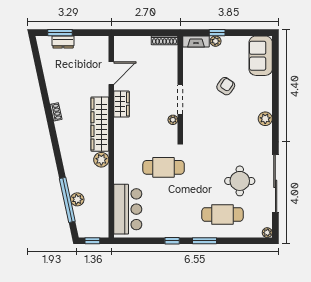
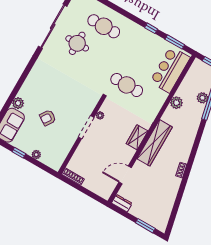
window: (217, 33) -> (19, 153), moved
fireplace: (196, 41) -> (51, 162), removed
dresser: (63, 42) -> (122, 203), moved
wardrobe: (121, 104) -> (137, 137), moved
plant: (265, 119) -> (18, 103), moved
plant: (101, 160) -> (176, 103), moved
window: (204, 241) -> (175, 42), moved

